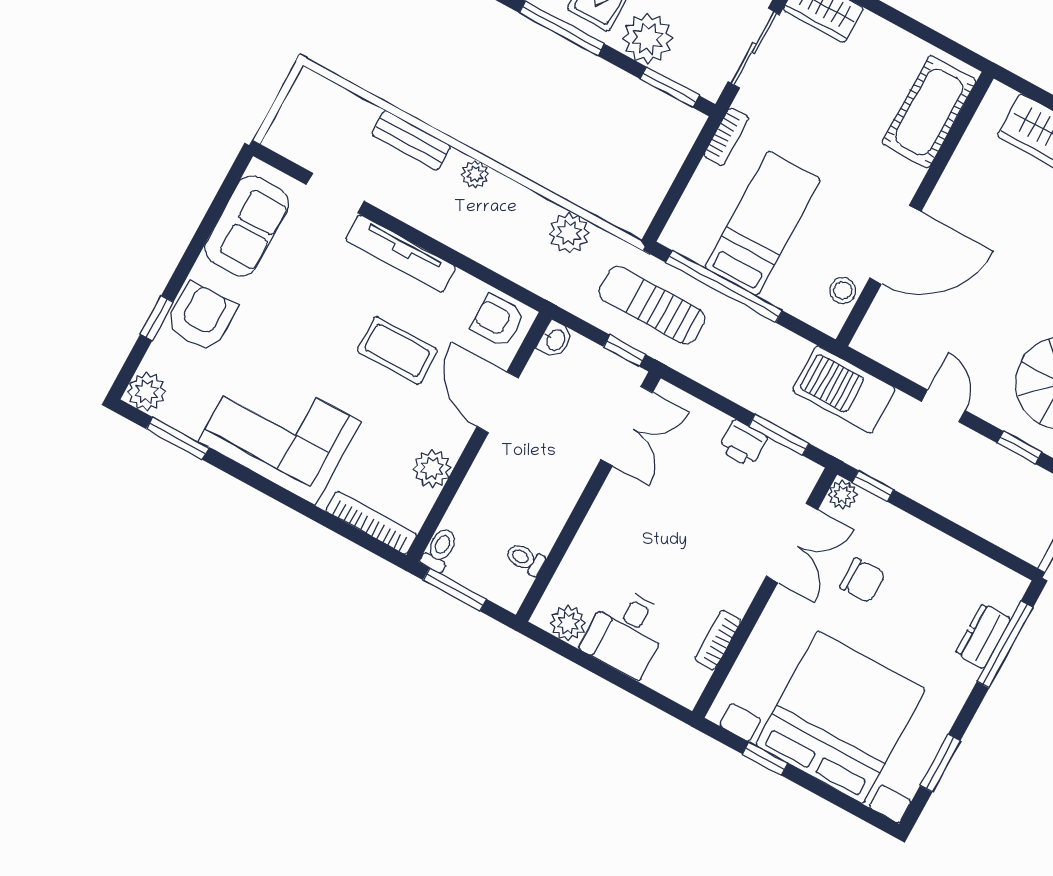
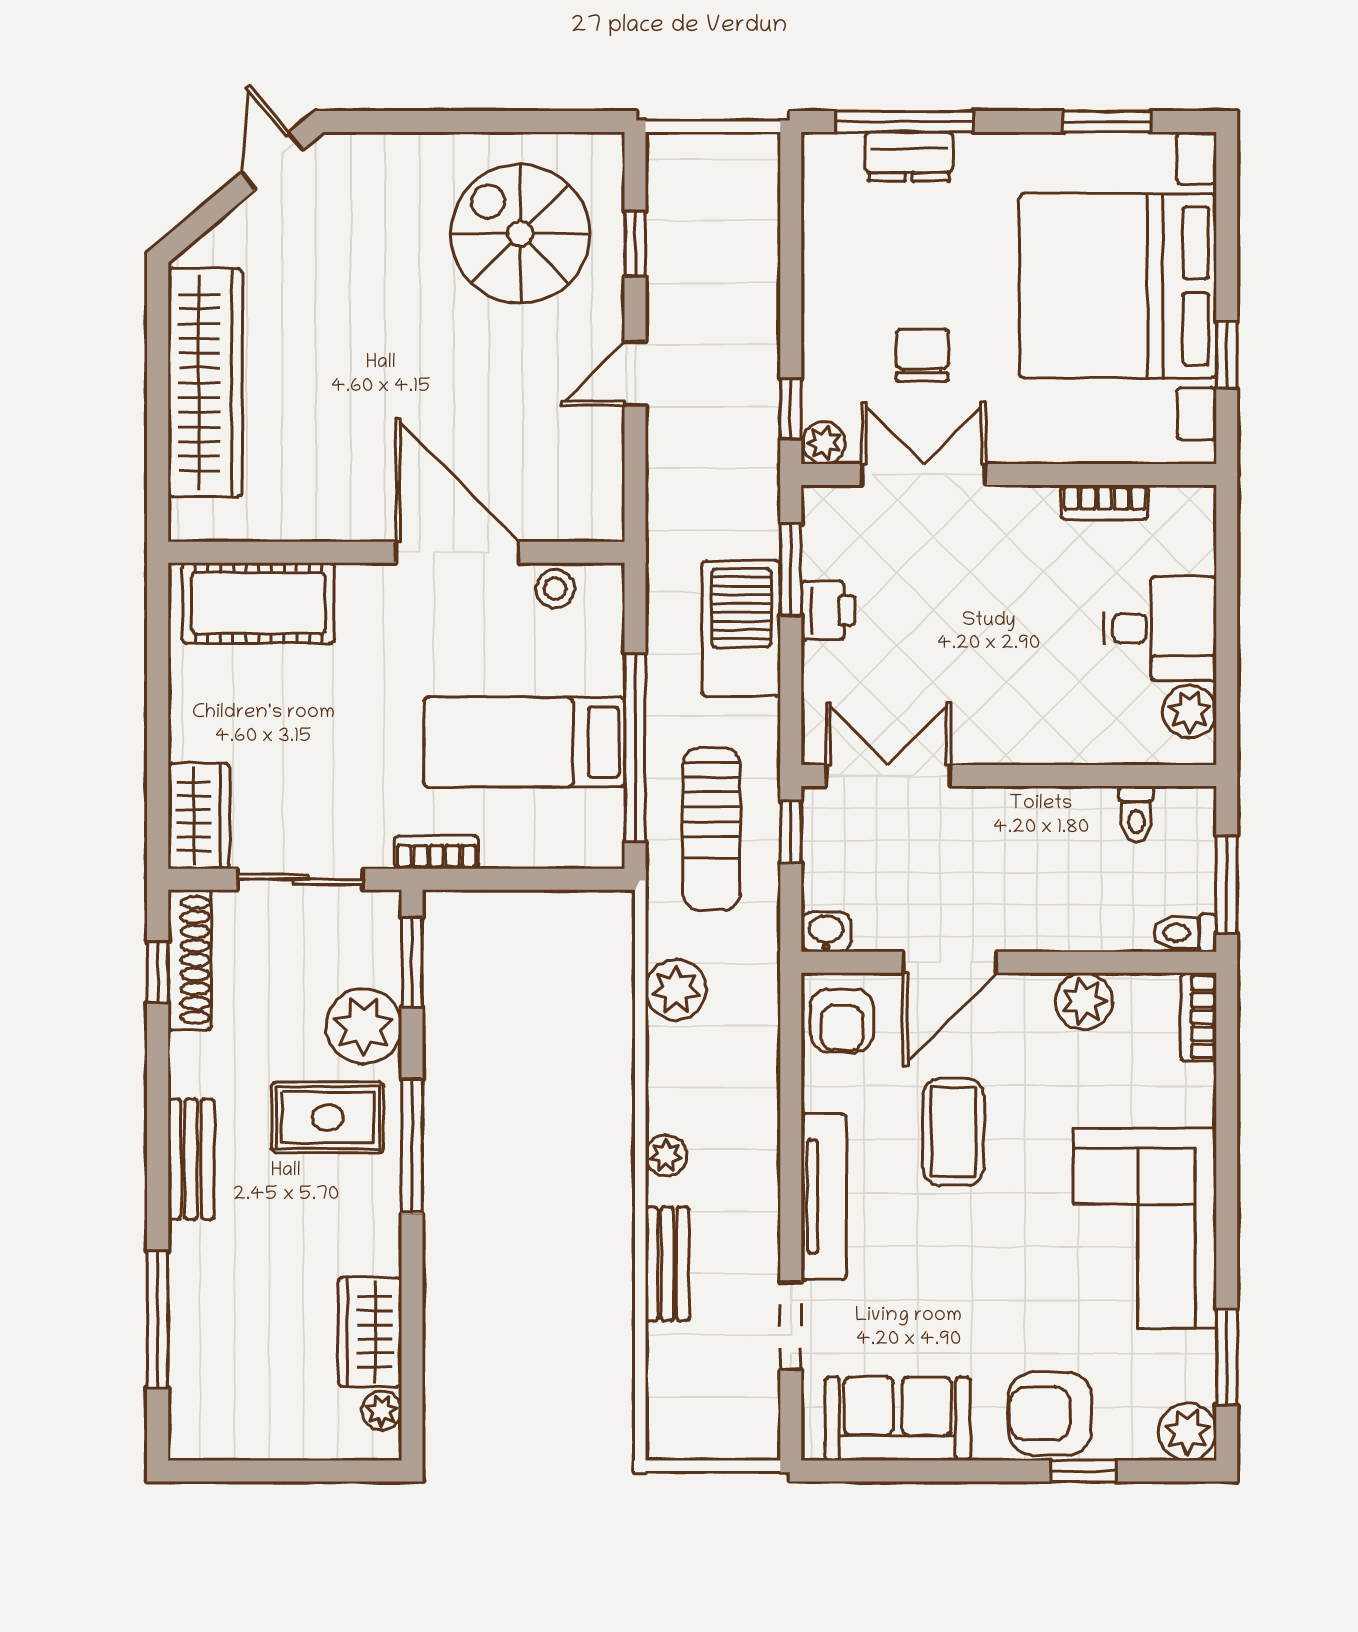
barbecue: (844, 389) -> (741, 628), moved, turned 180
bookcase: (371, 523) -> (1199, 1017), width x0.64

